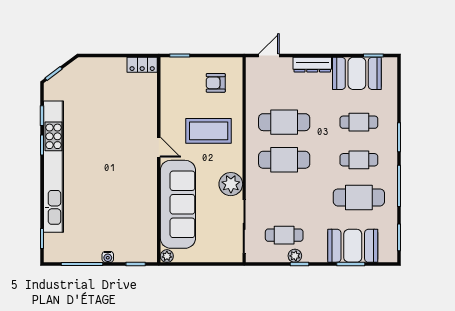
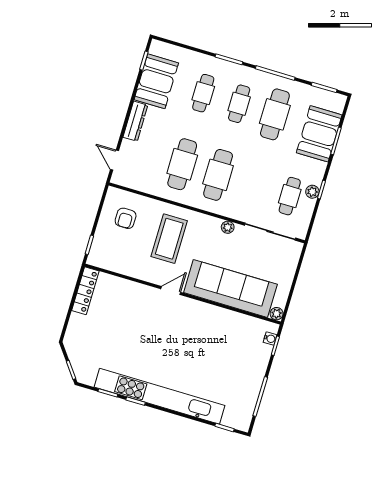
locker: (142, 65) -> (85, 291), width x1.53
plant: (231, 184) -> (228, 227), width x0.53, depth x0.53
water cooler: (108, 257) -> (270, 339), moved

